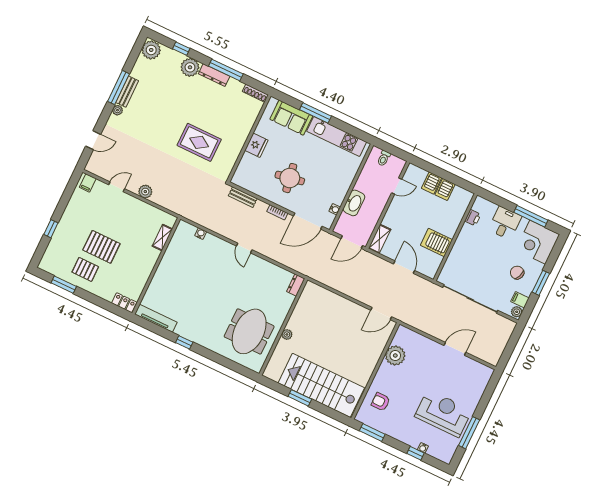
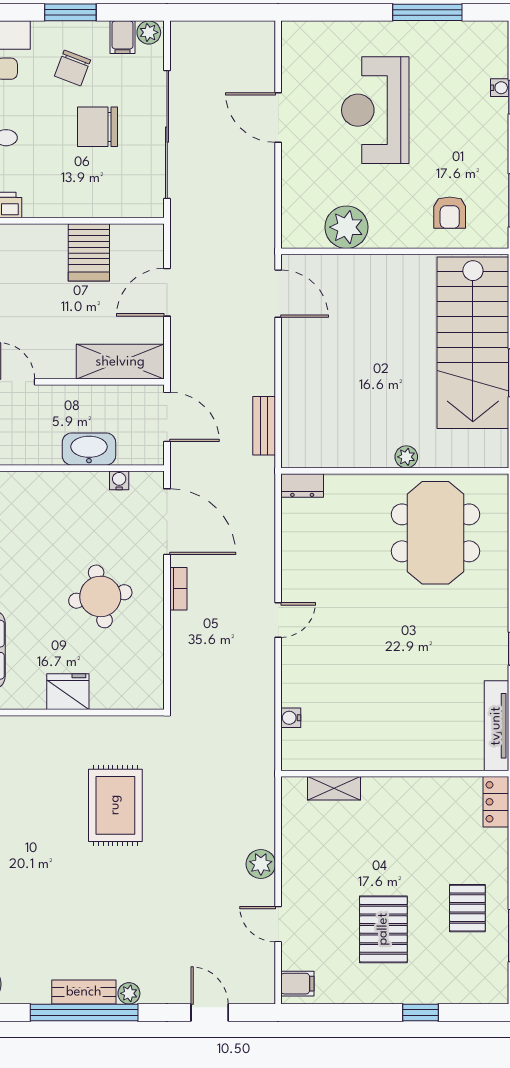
window: (118, 88) -> (84, 1013), width x1.46
bench: (243, 197) -> (264, 426), moved
shelving: (380, 239) -> (120, 362), width x1.50, depth x1.33
pallet: (101, 247) -> (383, 929), moved
chair: (487, 271) -> (97, 127), added
meeting table: (249, 331) -> (435, 533), turned 90
reception desk: (443, 413) -> (375, 110), moved

